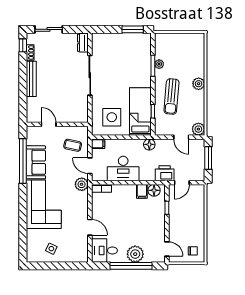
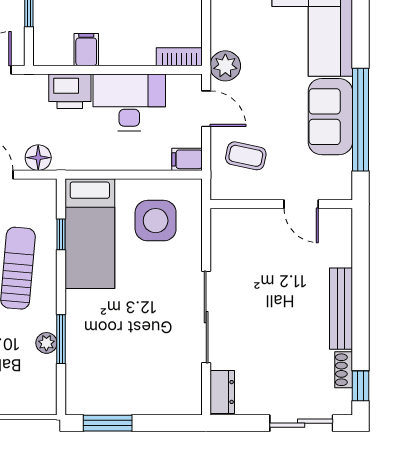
floor lamp: (149, 144) -> (38, 158), moved
printer: (165, 173) -> (70, 91), moved
floor lamp: (154, 190) -> (58, 52), removed

